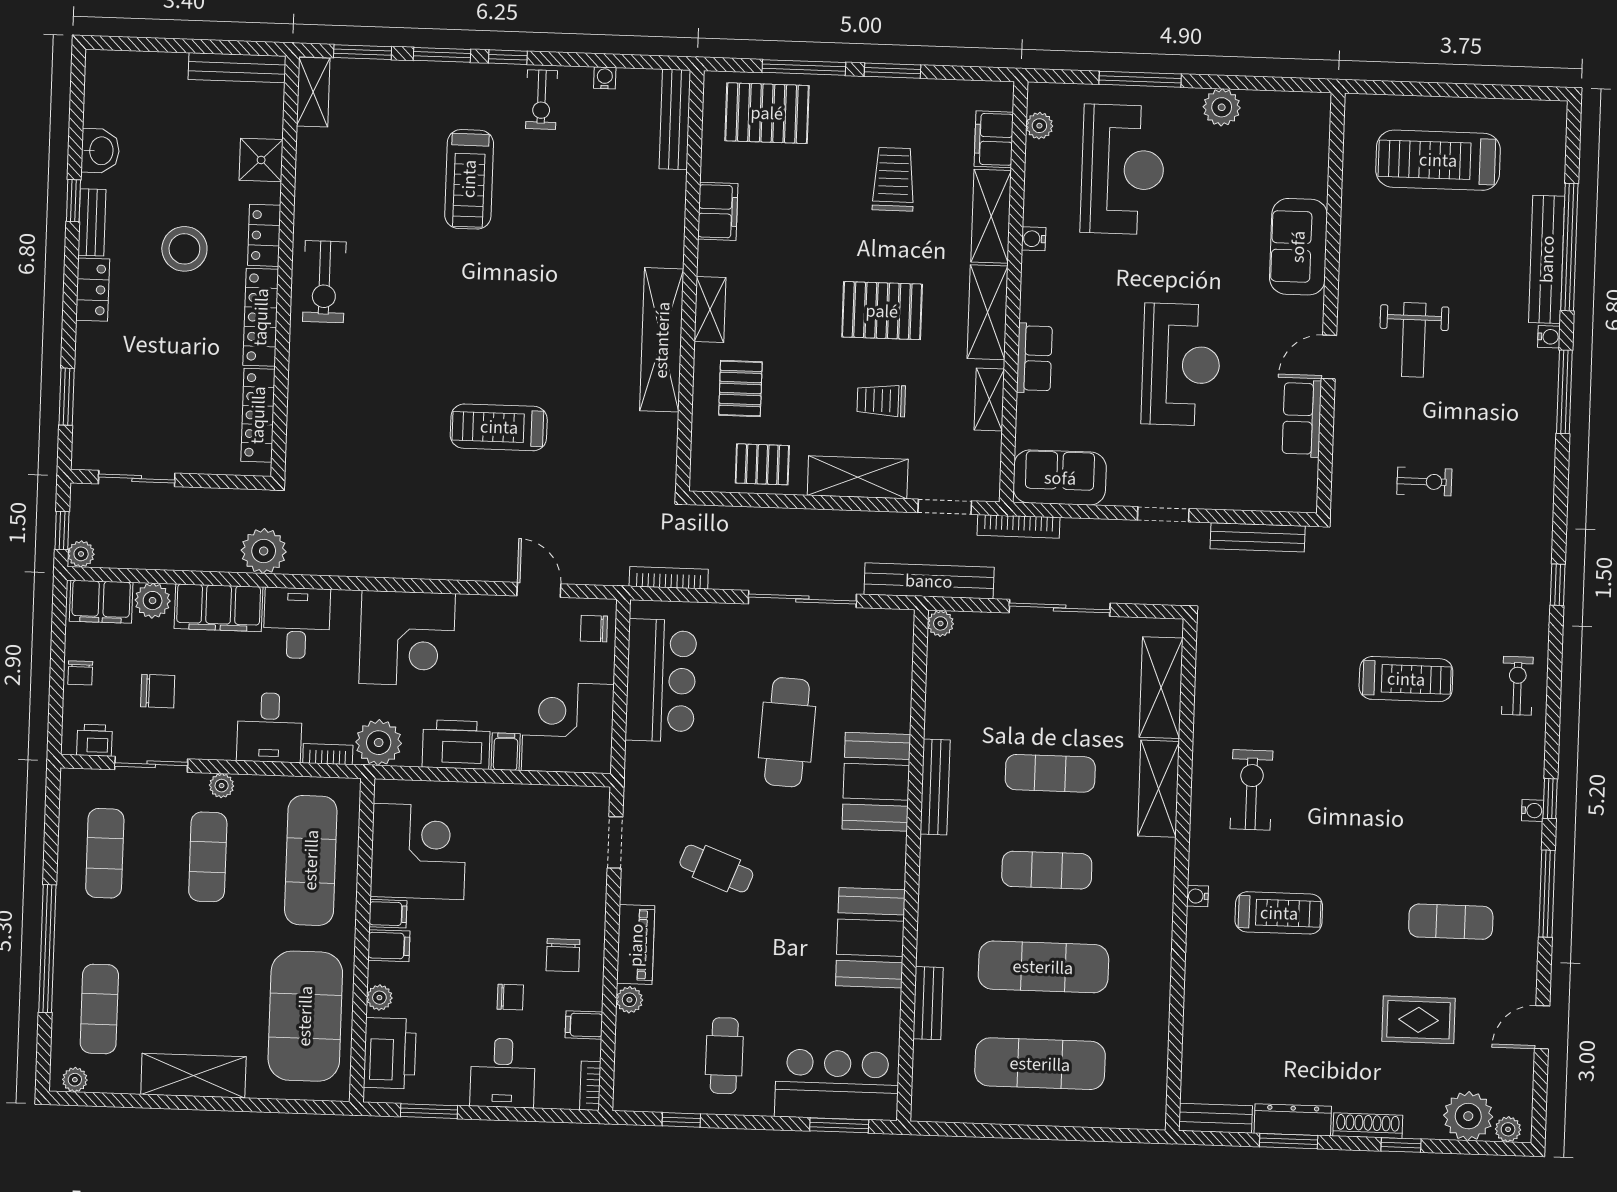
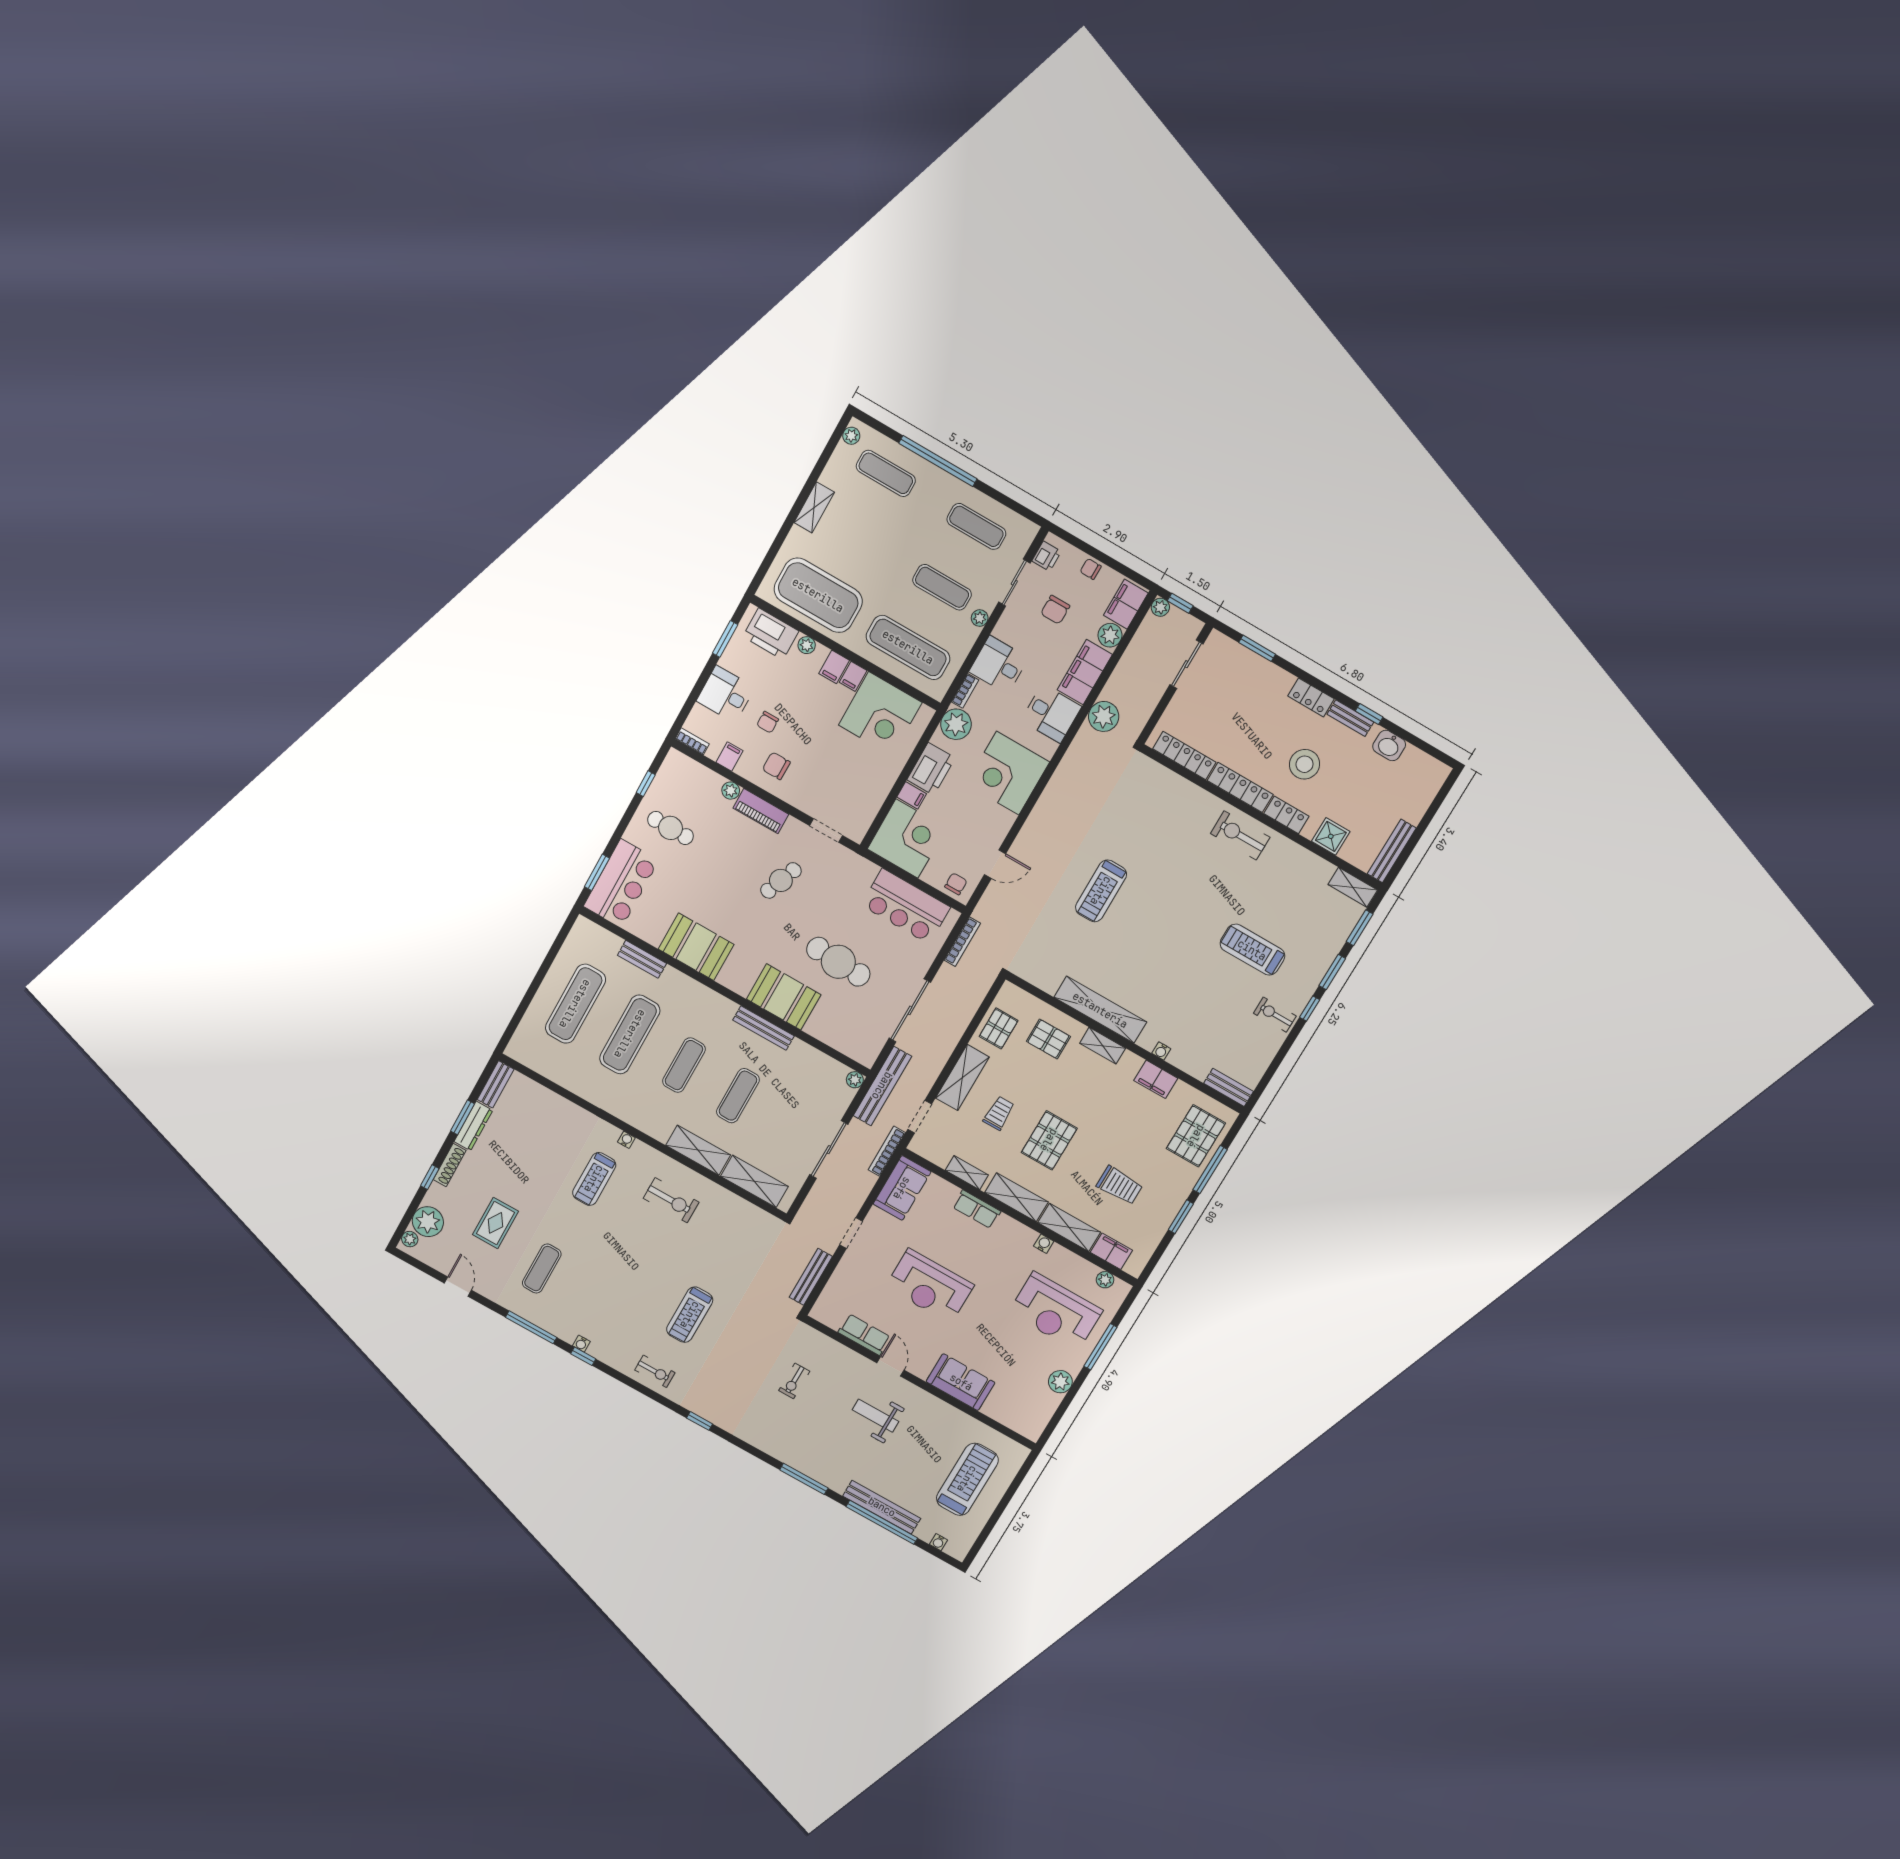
water cooler: (605, 78) -> (1161, 1051), moved, turned 90
bench: (675, 119) -> (1229, 1087), width x0.73
water cooler: (1549, 337) -> (939, 1542), moved
treadmill: (499, 427) -> (1101, 891), turned 180
shelving: (193, 1076) -> (814, 507), width x0.67, depth x0.75

